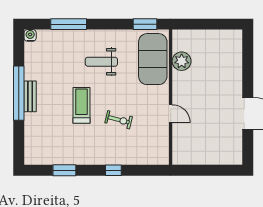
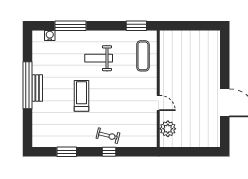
water cooler: (30, 35) -> (50, 35), moved
exercise mat: (153, 59) -> (143, 56), width x0.50, depth x0.69
plant: (182, 61) -> (168, 129), moved
exercise bike: (119, 120) -> (108, 136), moved

